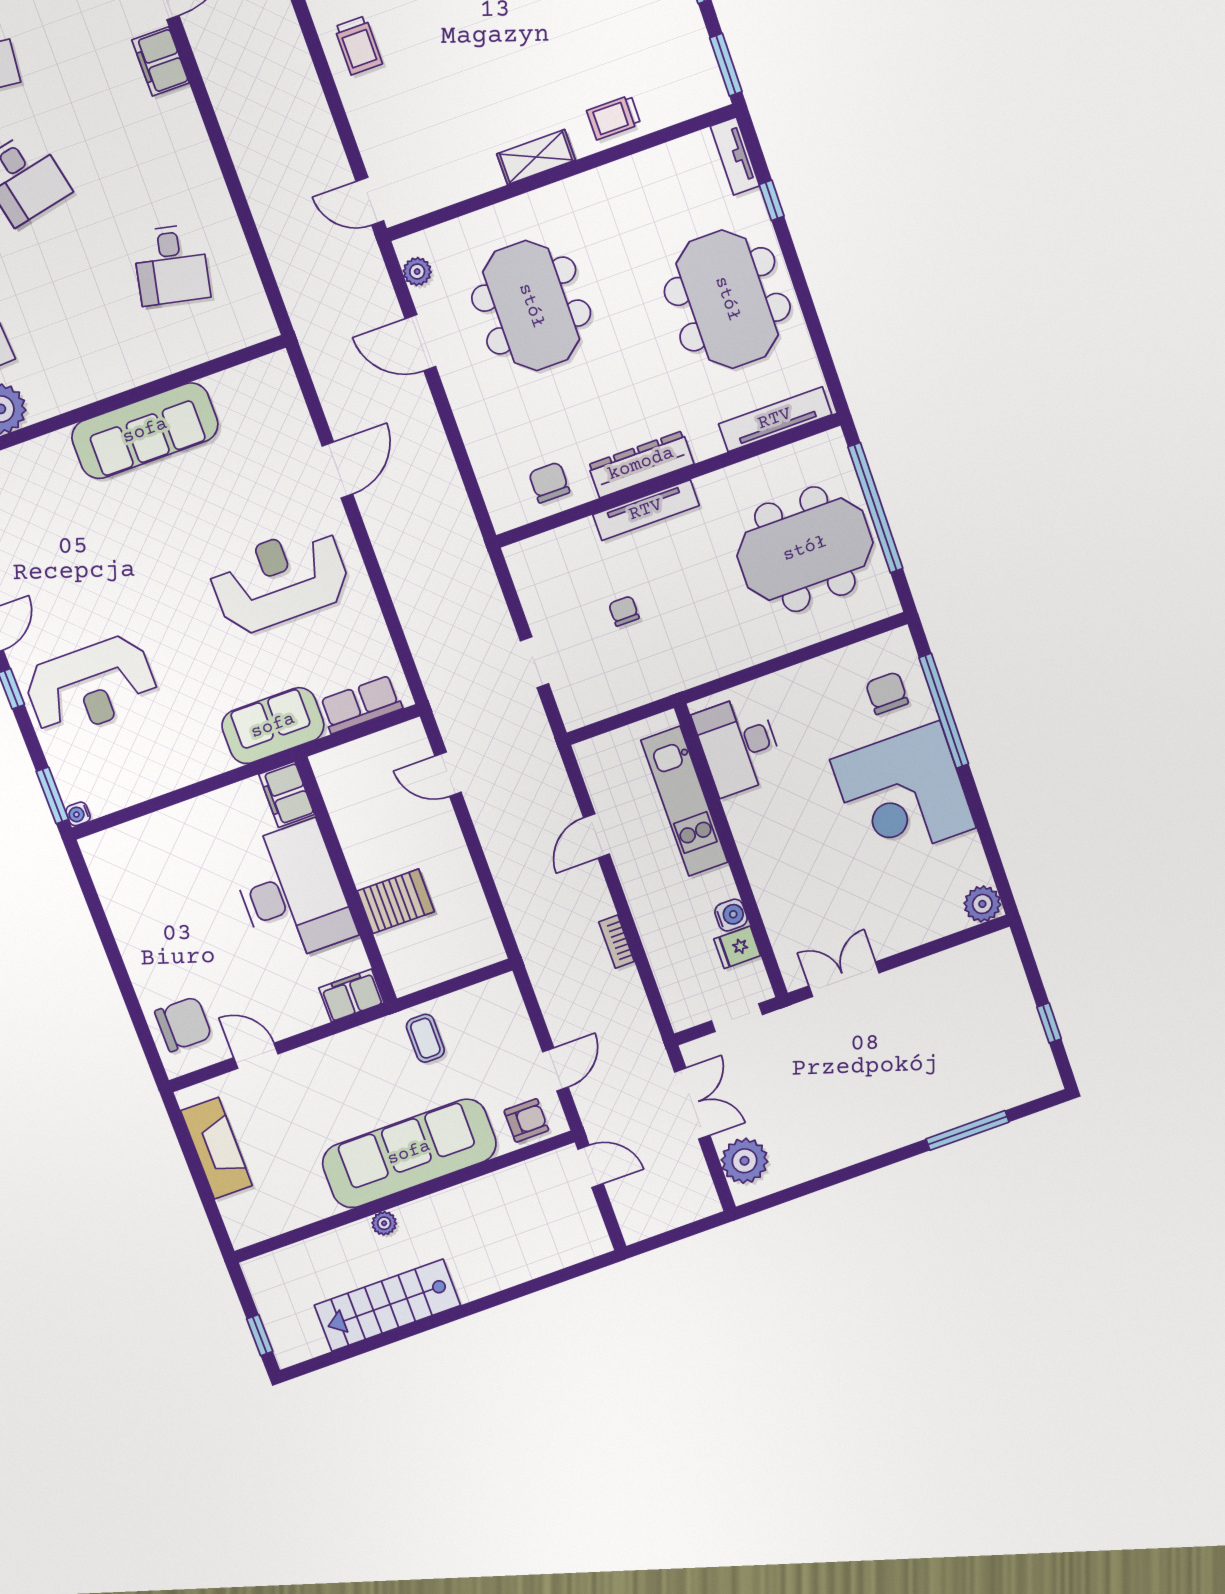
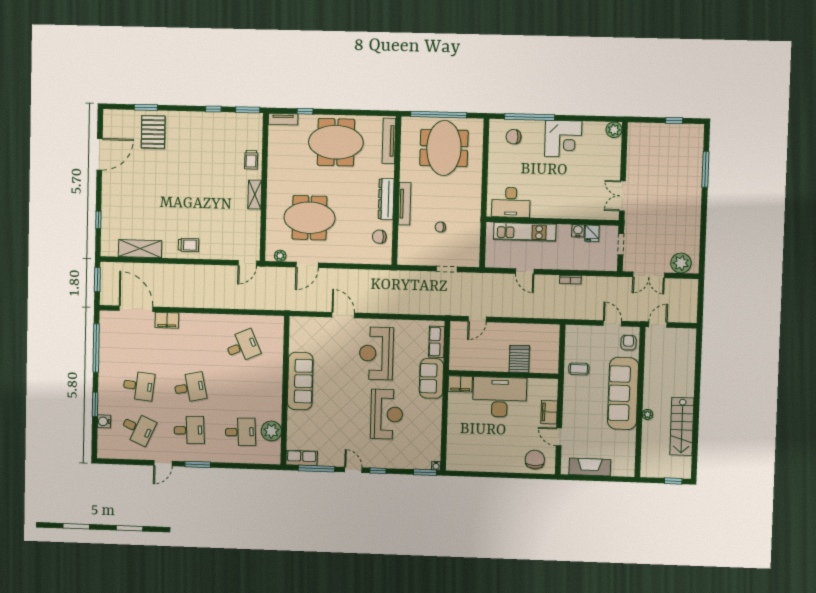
desk: (171, 265) -> (242, 346), turned -36
reception desk: (91, 686) -> (387, 414), moved
corner desk: (903, 794) -> (563, 139), width x0.74, depth x0.74
filing cabinet: (351, 995) -> (549, 412), moved
door: (256, 1056) -> (559, 437), hinge flipped
double door: (692, 1104) -> (649, 275), swing flipped

